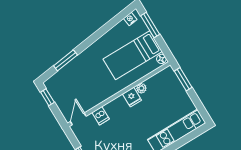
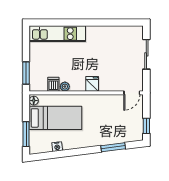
nightstand: (130, 19) -> (57, 147), moved
fridge: (132, 97) -> (92, 84), moved
dishwasher: (101, 116) -> (53, 84), moved

